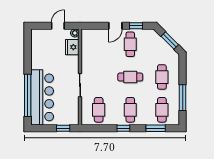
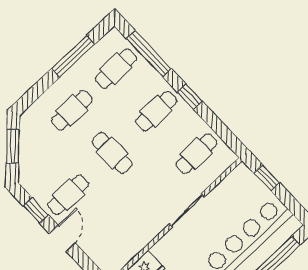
door: (115, 26) -> (62, 238), hinge flipped
window: (156, 128) -> (149, 53), width x1.44

